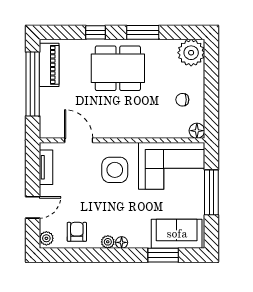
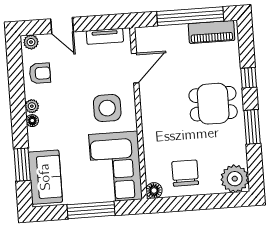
dining table: (118, 68) -> (213, 104), width x0.73
chair: (182, 100) -> (185, 173), width x1.87, depth x1.87

